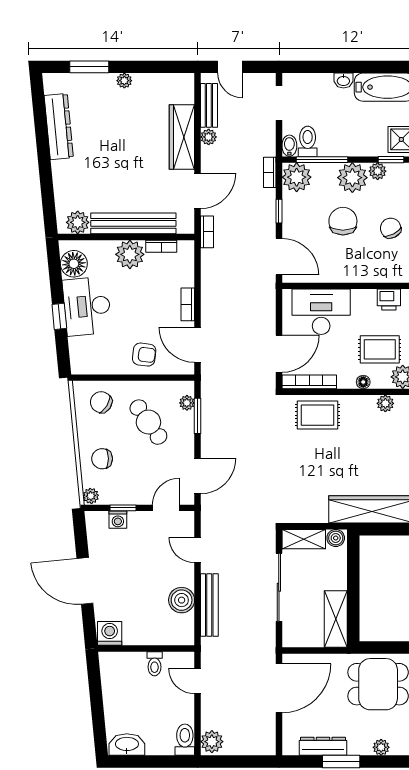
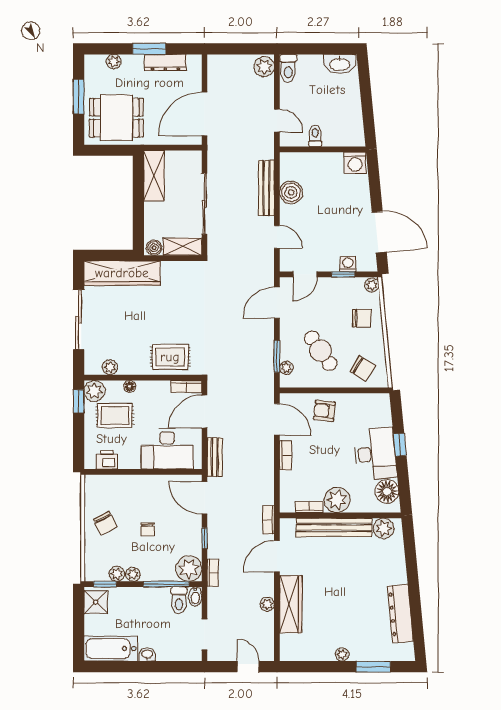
bench: (209, 105) -> (215, 457), moved
plant: (352, 178) -> (133, 574), width x0.53, depth x0.53
chair: (343, 221) -> (148, 529), width x0.54, depth x0.54
bookcase: (309, 382) -> (186, 387), width x0.64
door: (85, 581) -> (379, 232), moved

